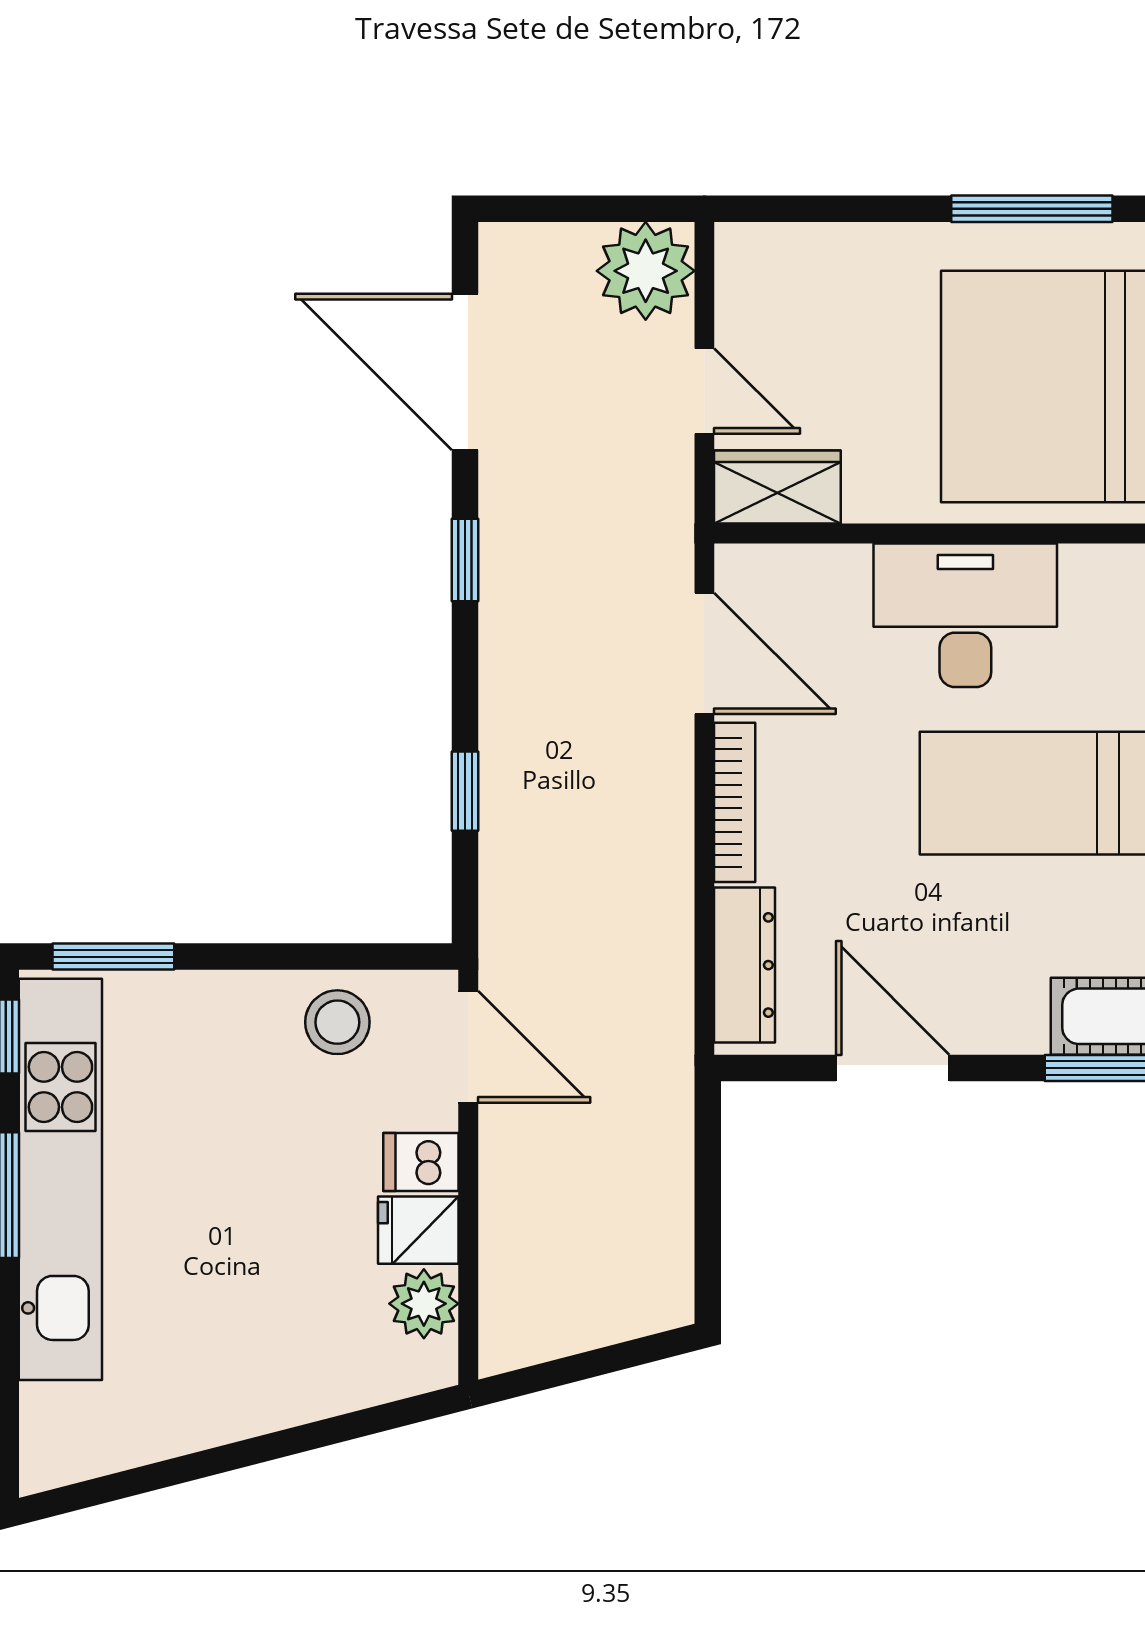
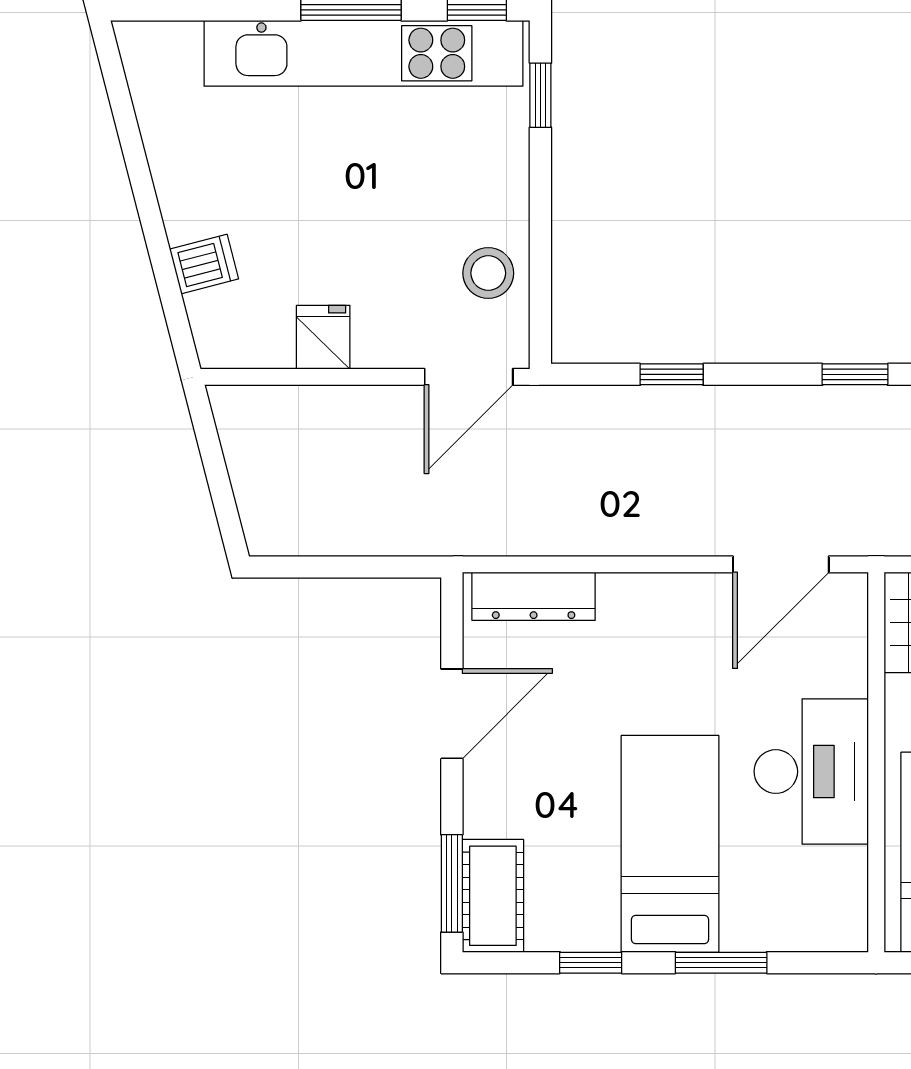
bookcase: (735, 802) -> (663, 588), removed
window: (113, 957) -> (540, 95), width x0.67
dishwasher: (421, 1162) -> (204, 264), moved, turned 76
plant: (424, 1304) -> (265, 342), removed

